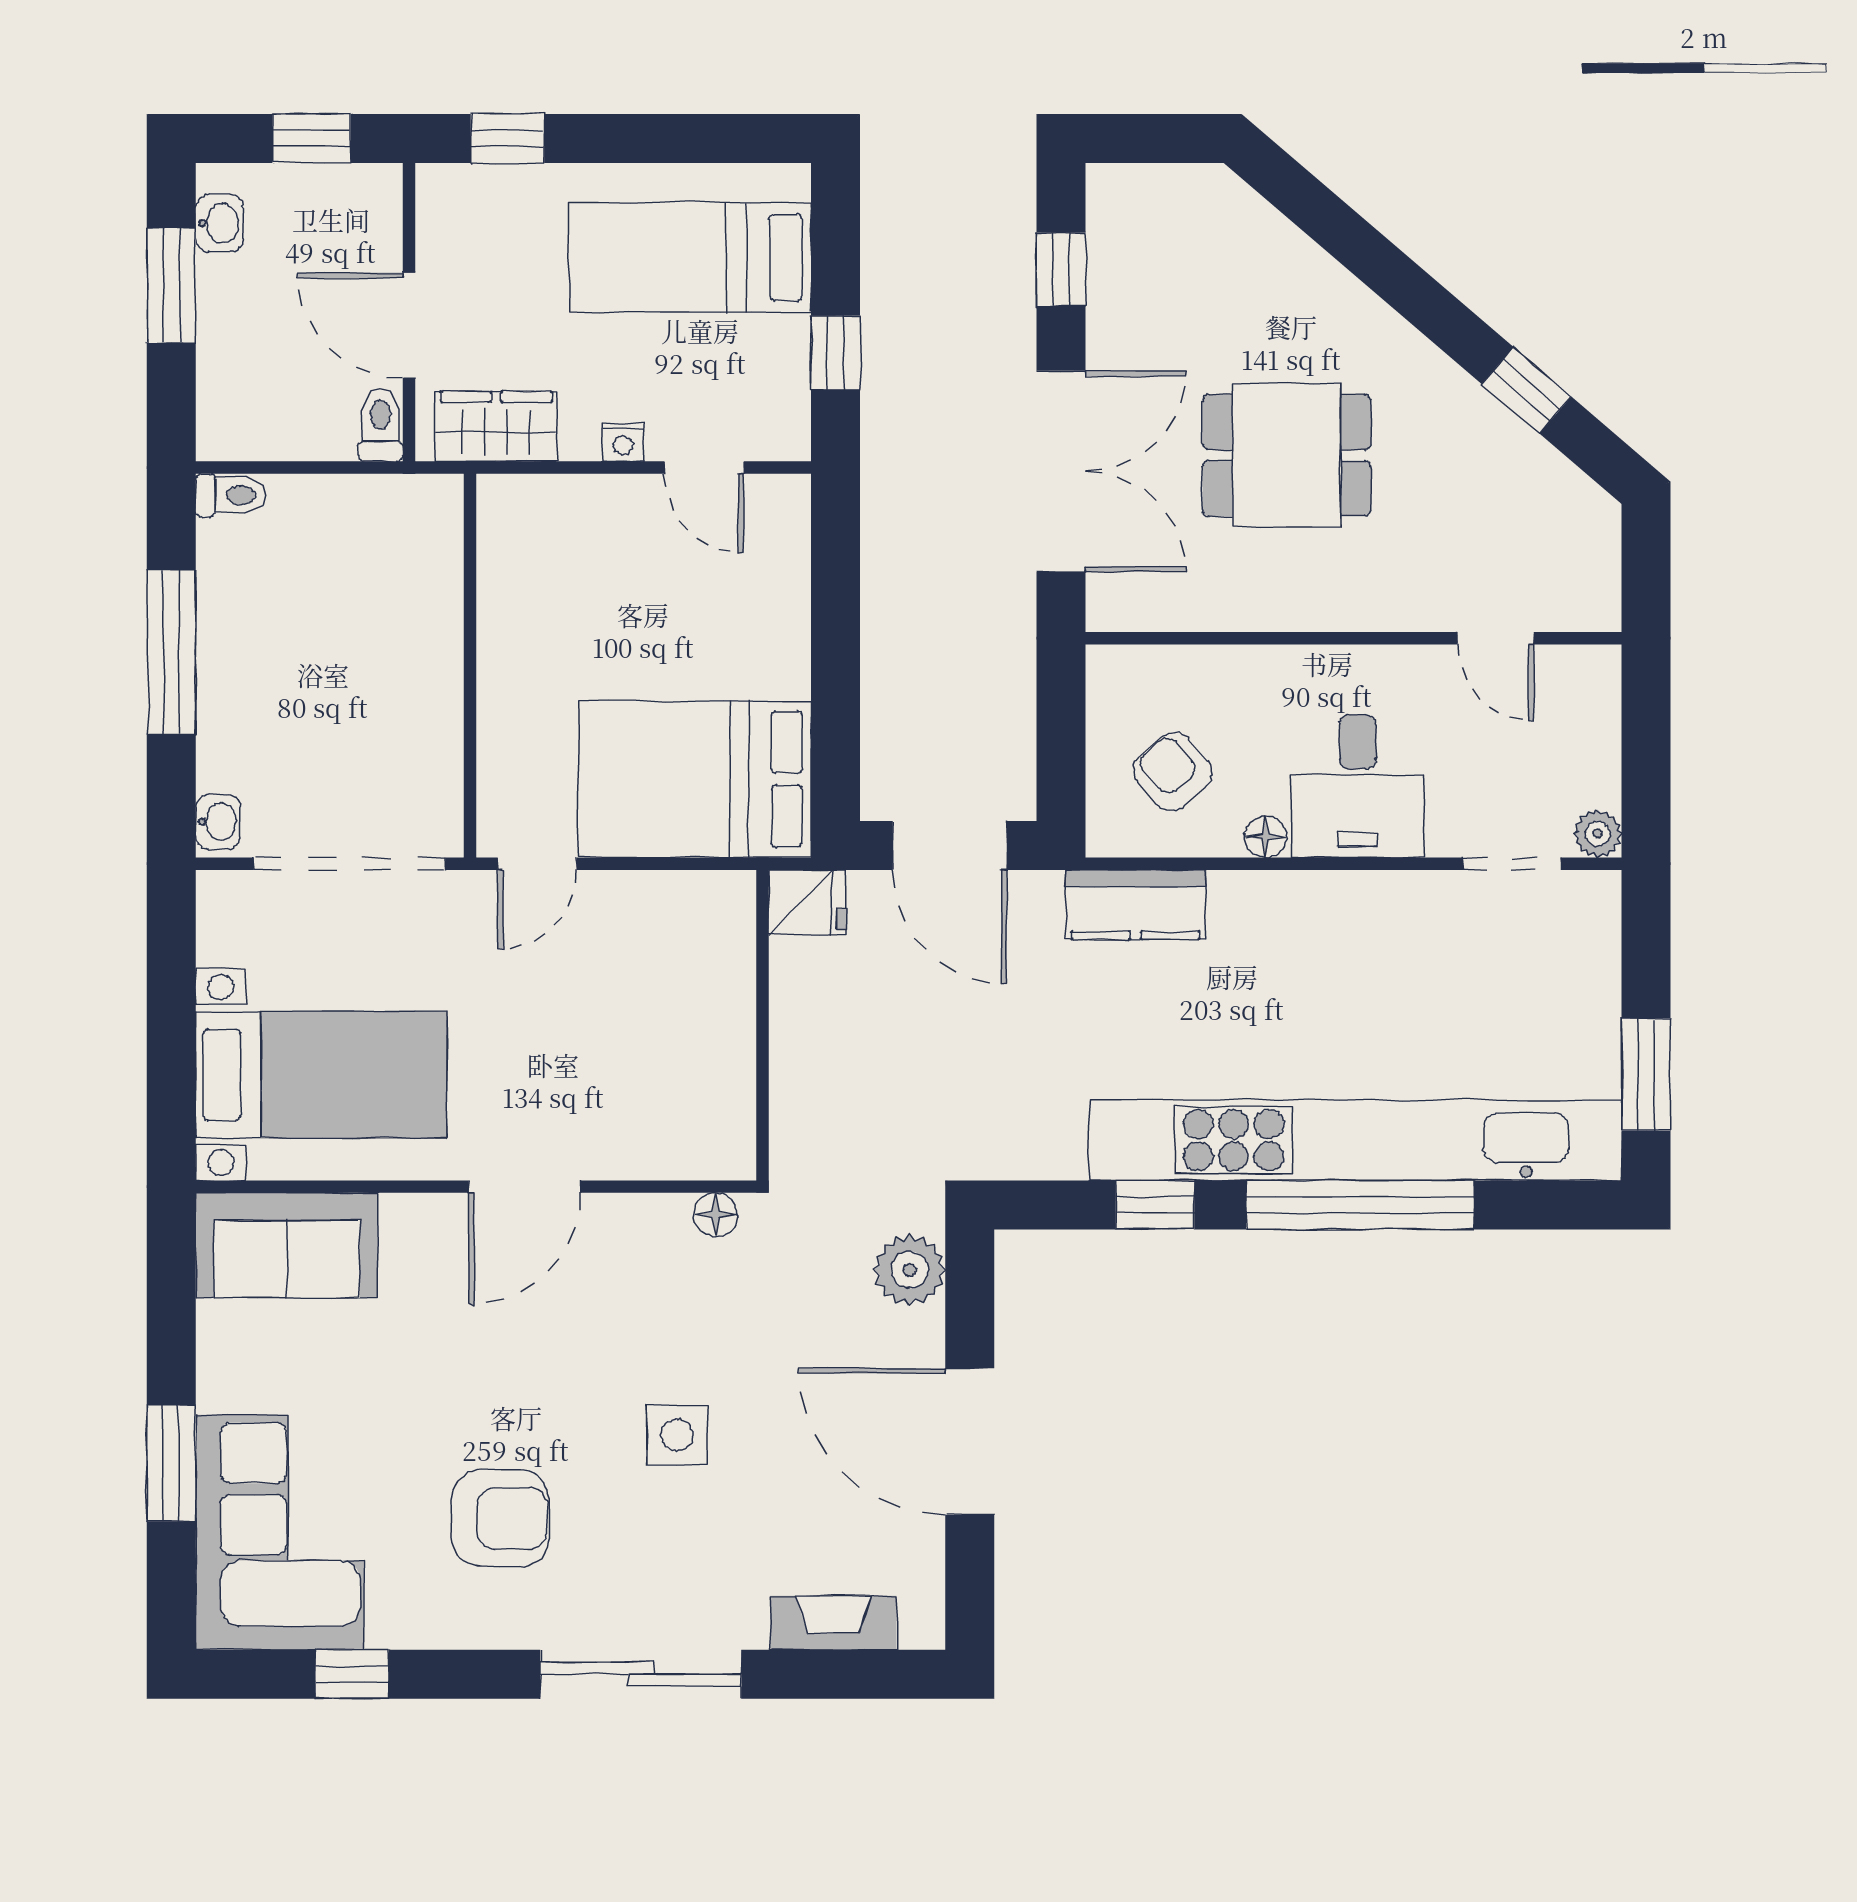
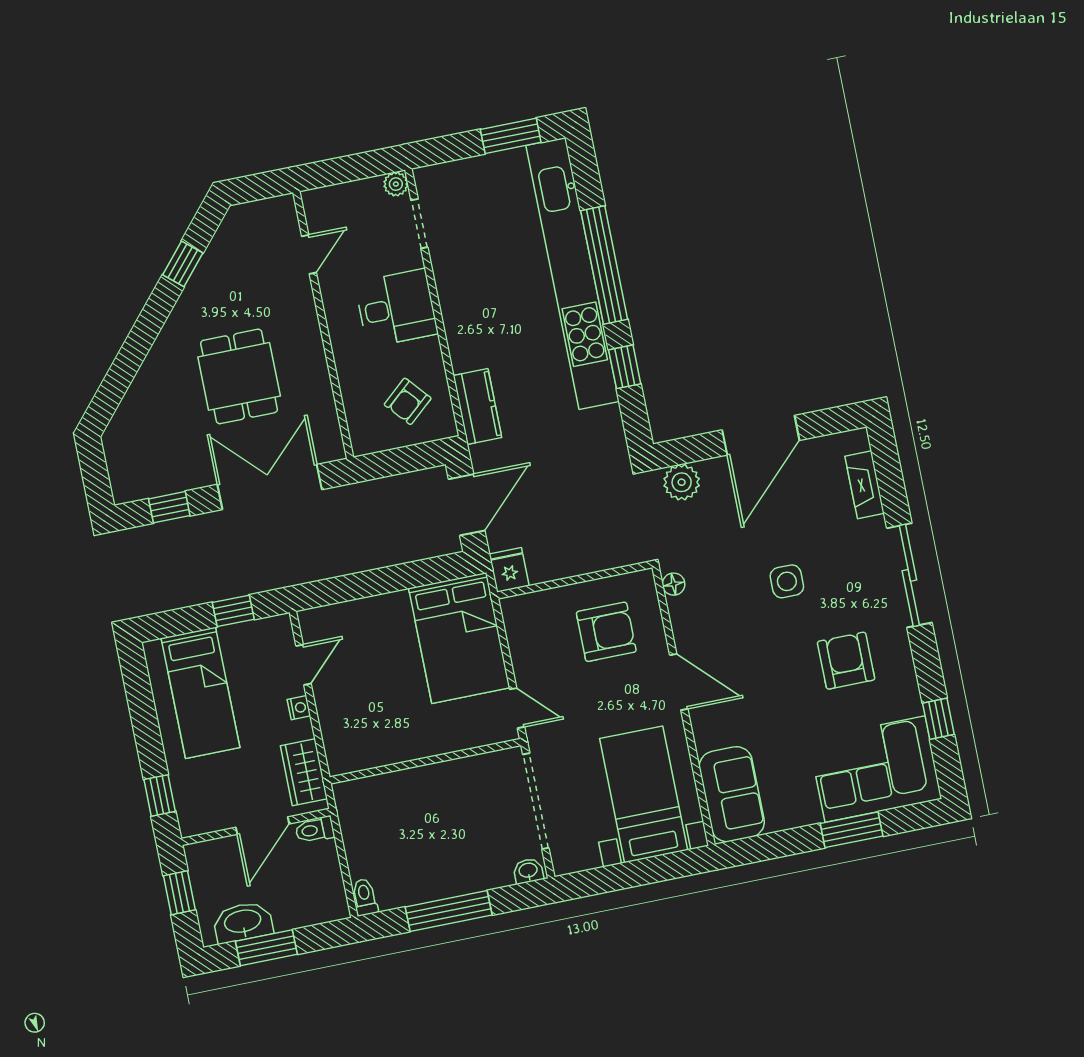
washbasin: (219, 223) -> (243, 922), width x1.91, depth x1.45
floor lamp: (1266, 837) -> (431, 349), removed
armchair: (650, 1066) -> (606, 632), added

